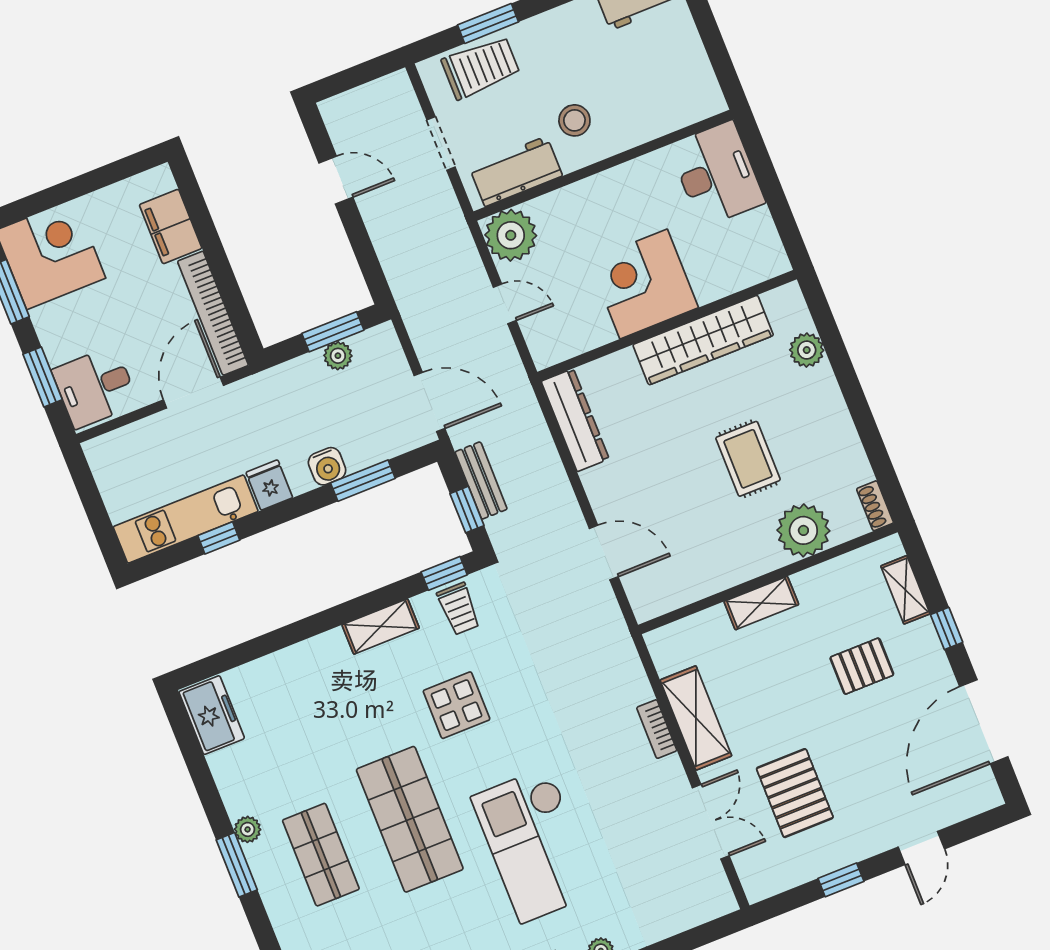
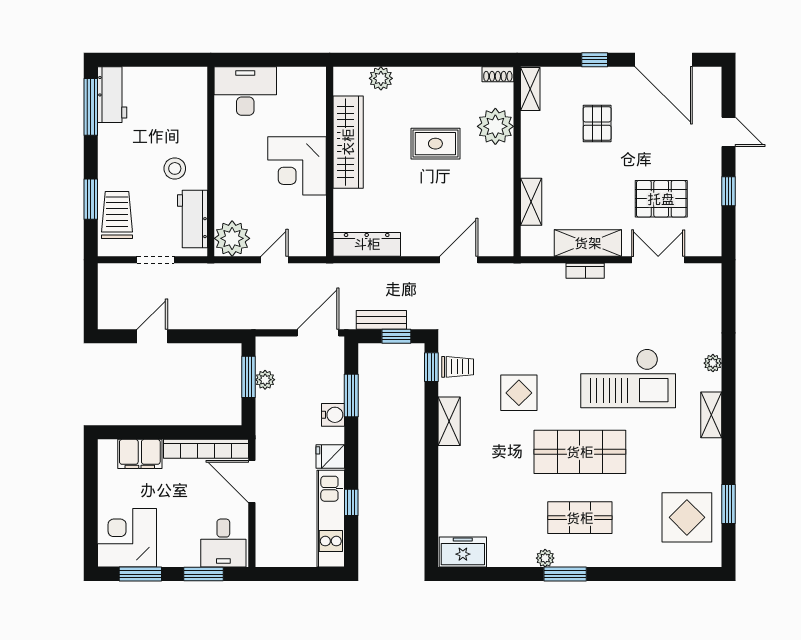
shelving: (905, 590) -> (530, 89), moved, turned 90
shelving: (761, 603) -> (531, 202), moved

